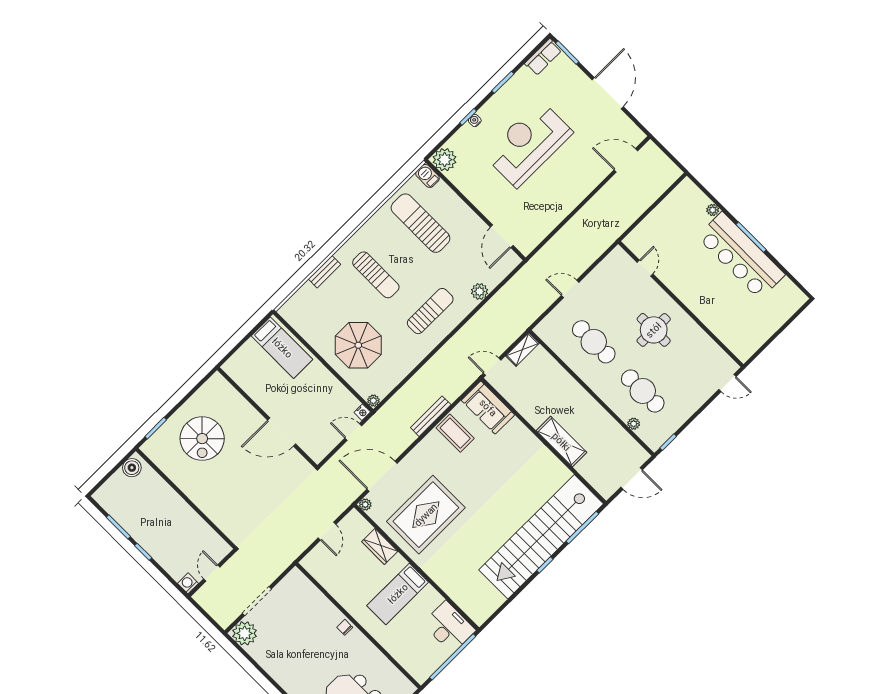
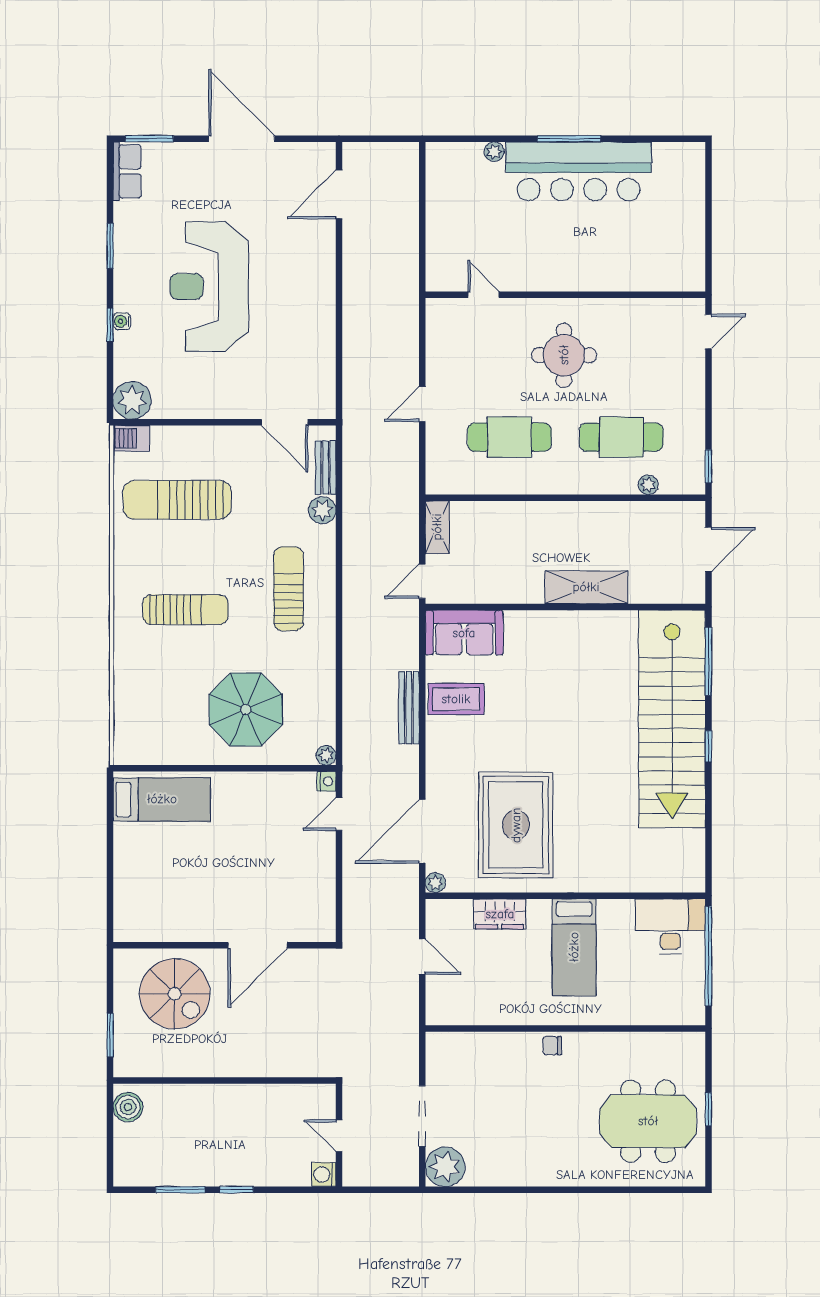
bench: (324, 272) -> (326, 468), moved
wall: (267, 417) -> (225, 945), moved
door: (282, 432) -> (258, 945), moved

